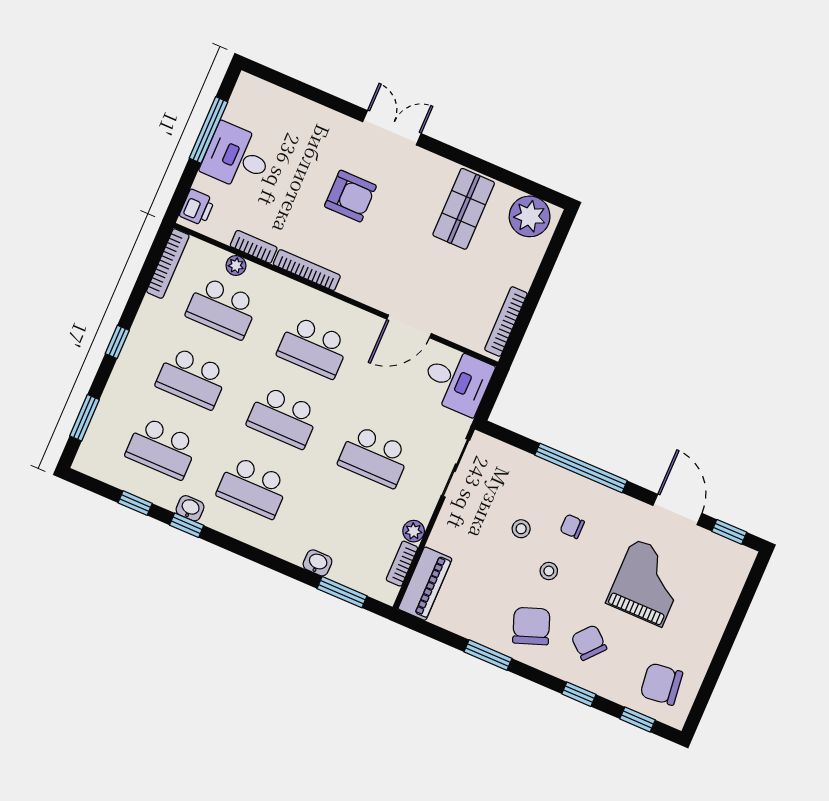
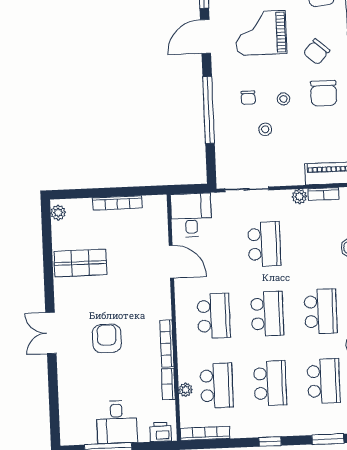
plant: (530, 216) -> (58, 213), width x0.53, depth x0.53
bookcase: (506, 321) -> (117, 203), moved
chair: (531, 626) -> (324, 93), turned -70

